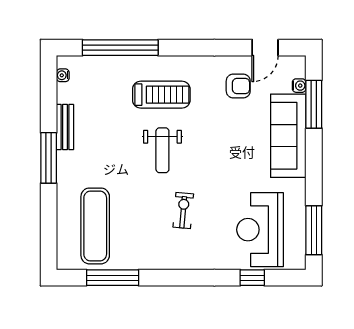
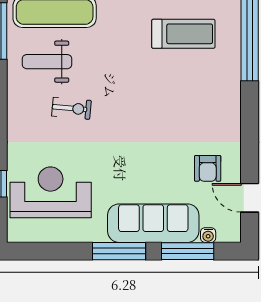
treadmill: (161, 95) -> (183, 34), moved, turned -90
weight bench: (162, 150) -> (47, 62), moved
window: (314, 230) -> (119, 251), moved

